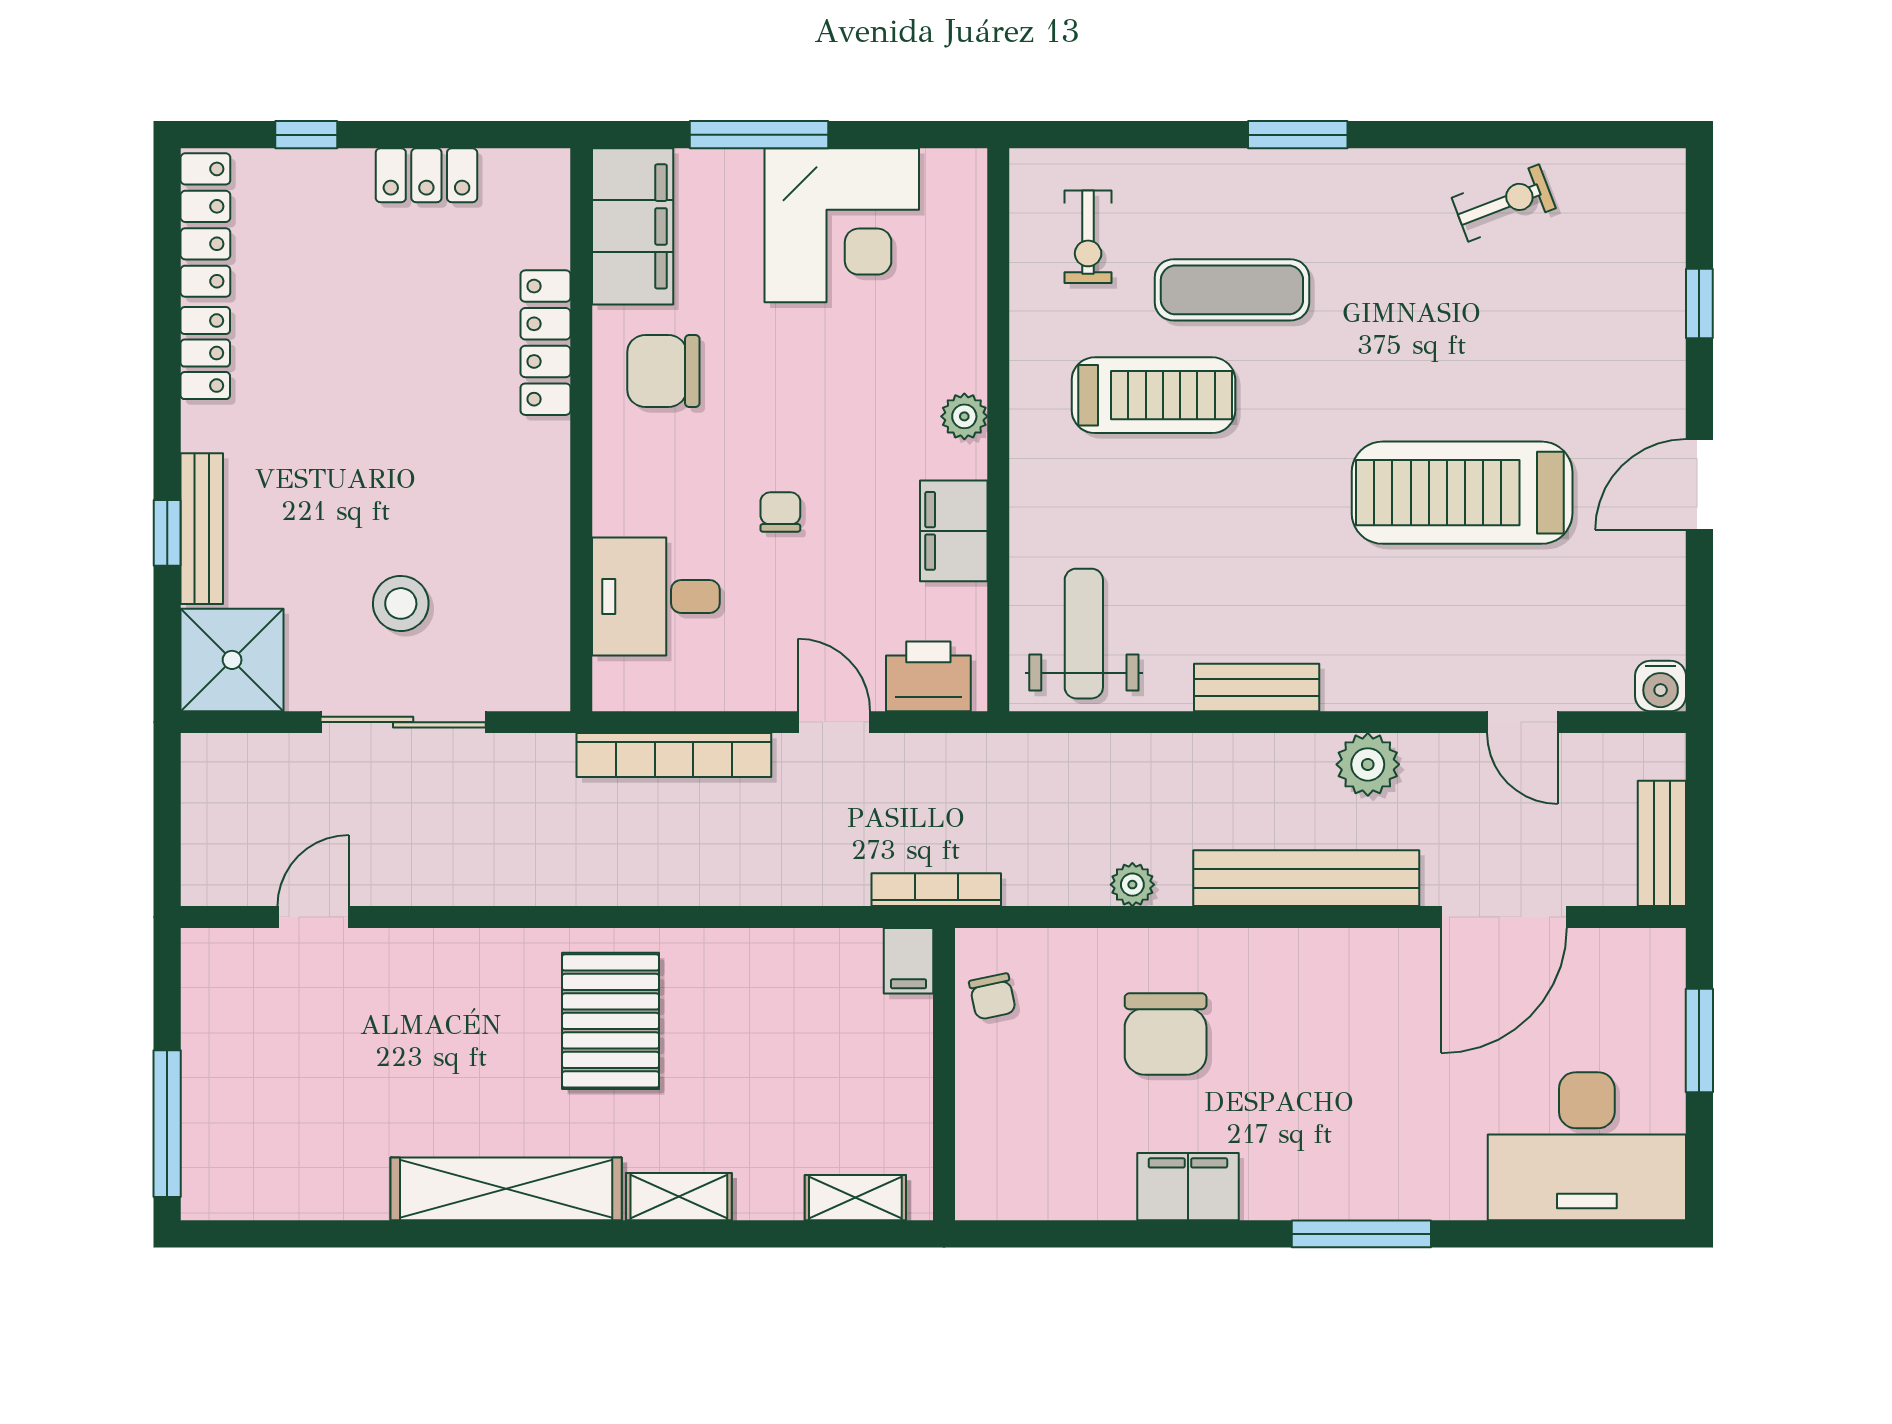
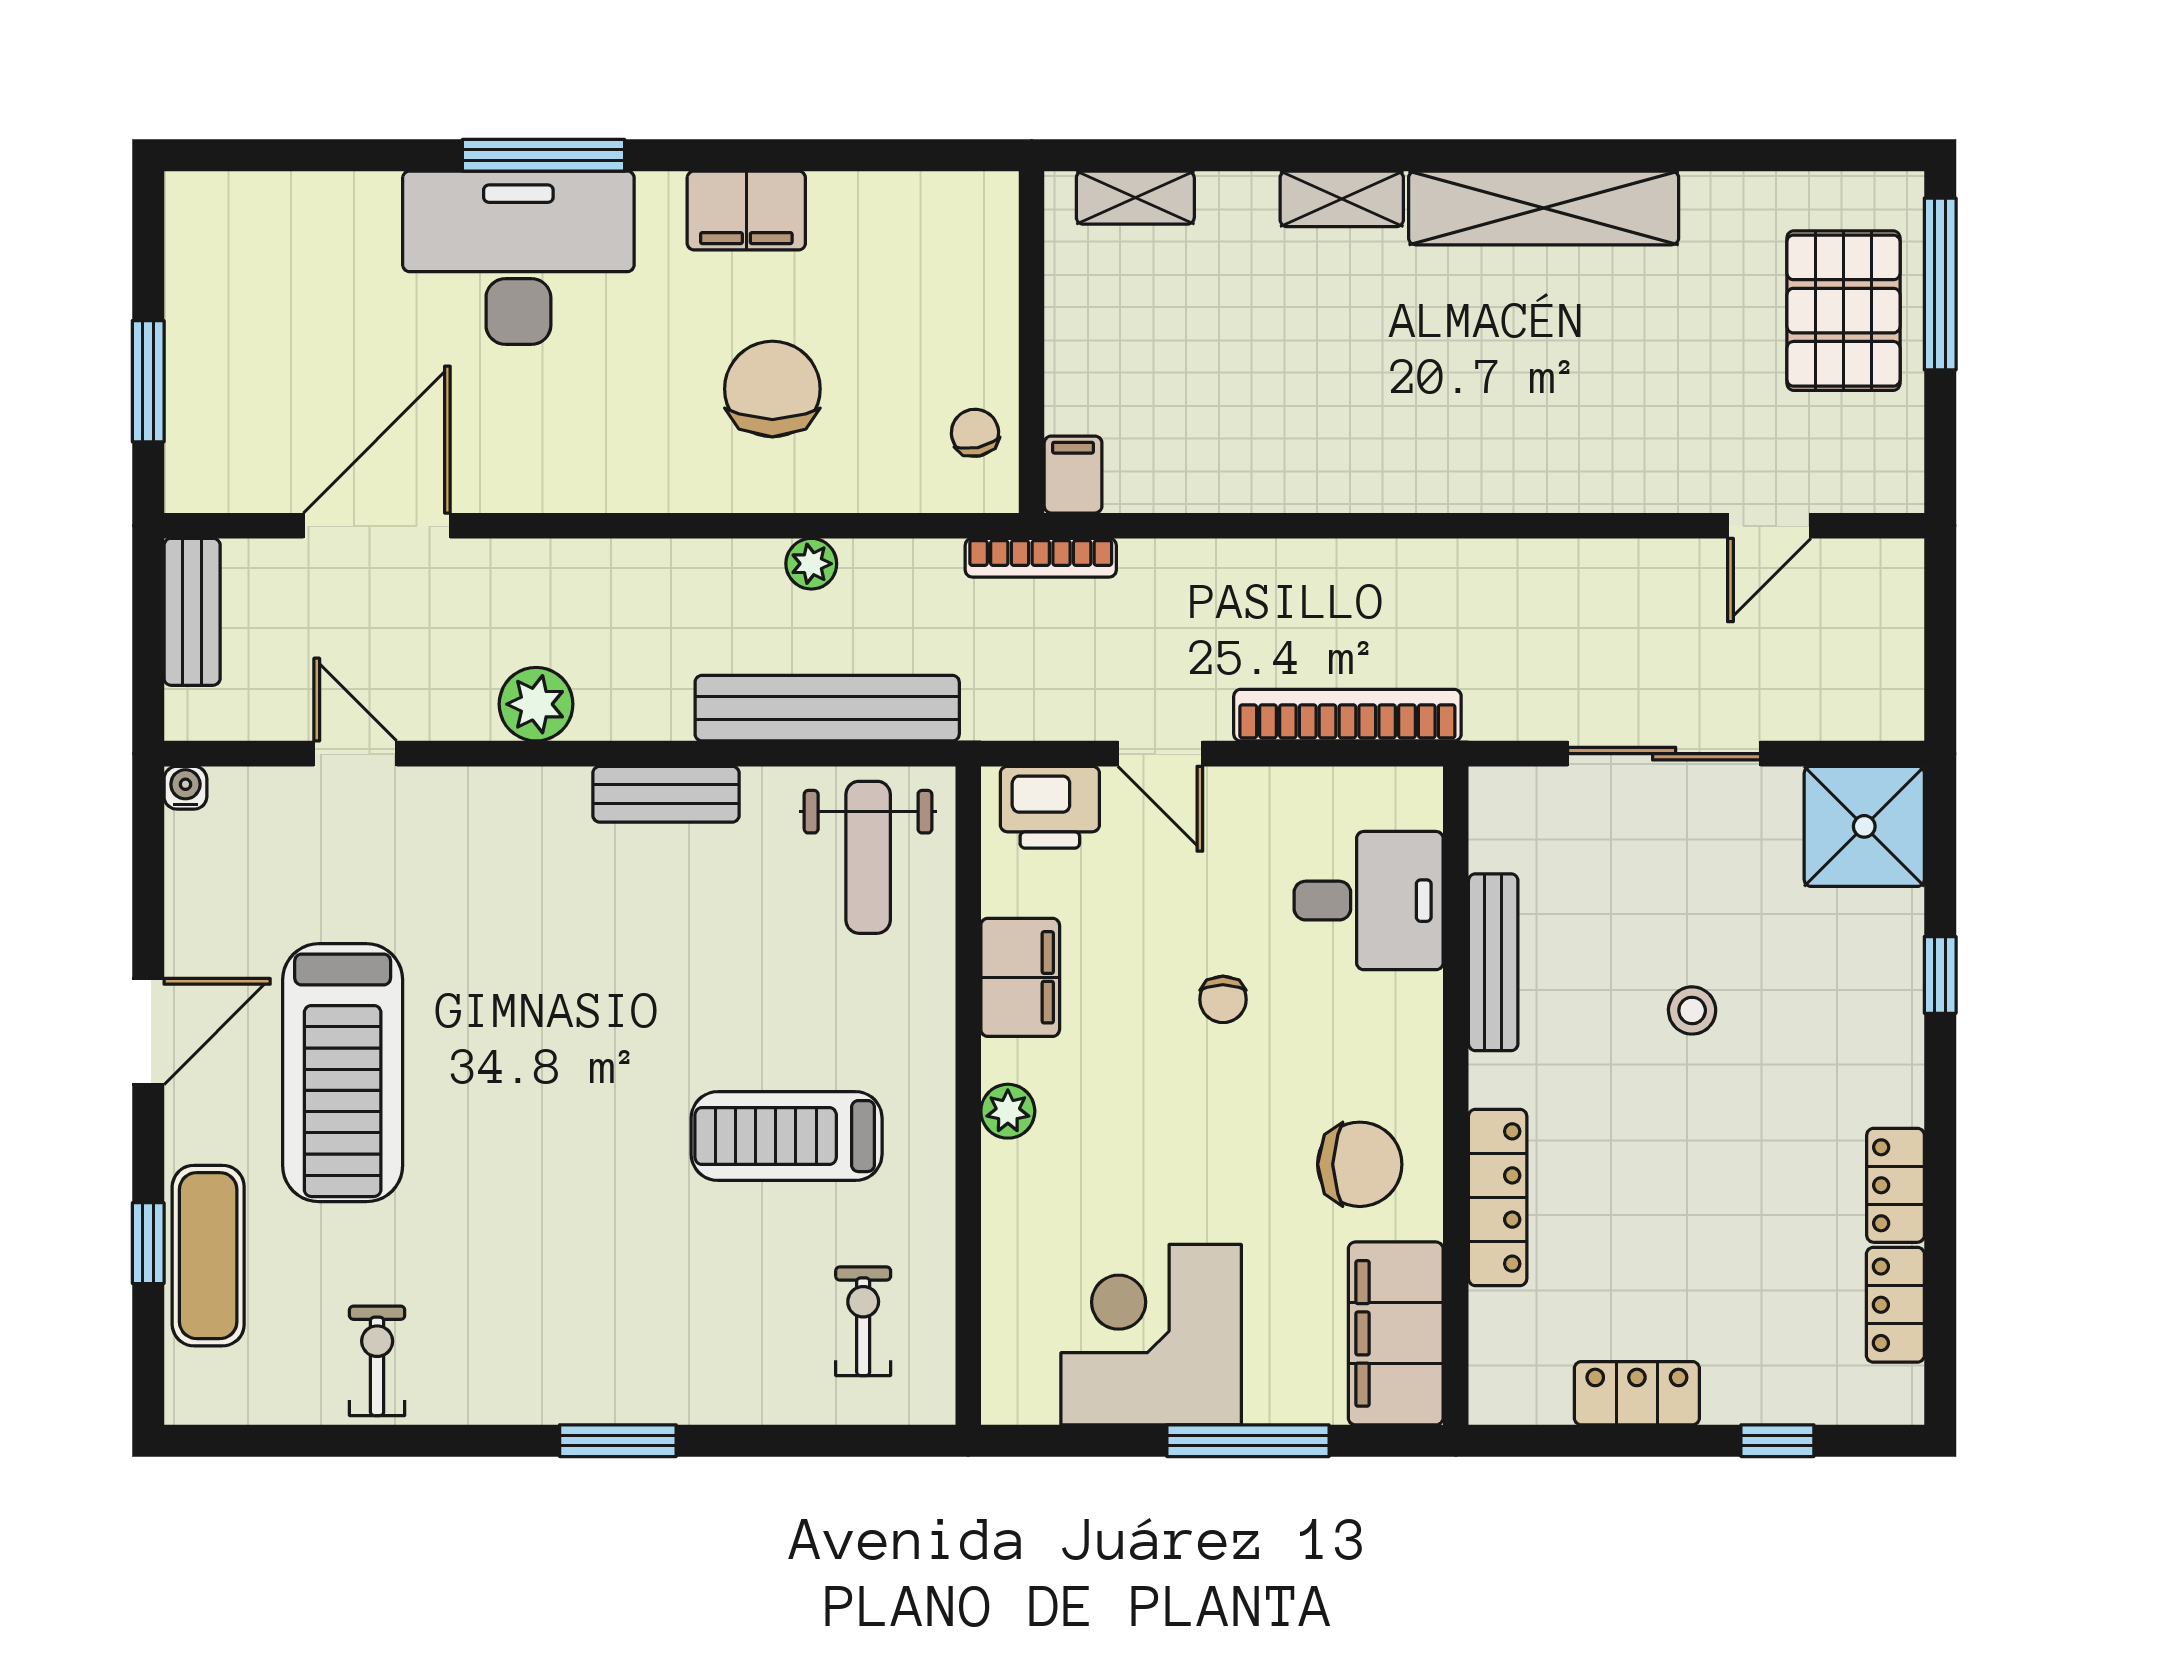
exercise bike: (1504, 203) -> (377, 1361), turned 111
locker: (205, 225) -> (1895, 1305), width x0.66
exercise mat: (1232, 290) -> (208, 1256), moved, turned 90
treadmill: (1462, 493) -> (343, 1073), moved, turned 90
bench: (202, 529) -> (1493, 962), moved
stool: (401, 603) -> (1692, 1010), moved, width x0.73, depth x0.73
water cooler: (1661, 686) -> (185, 788), width x0.72, depth x0.72
bench: (1306, 878) -> (827, 708), moved
pallet: (611, 1021) -> (1843, 311), moved
desk: (1587, 1146) -> (518, 258), moved

